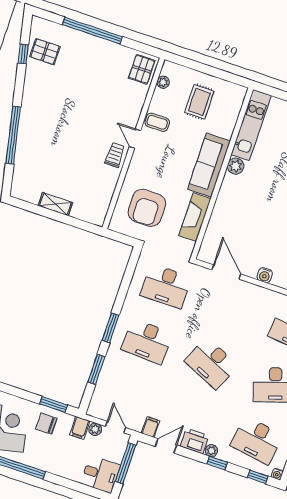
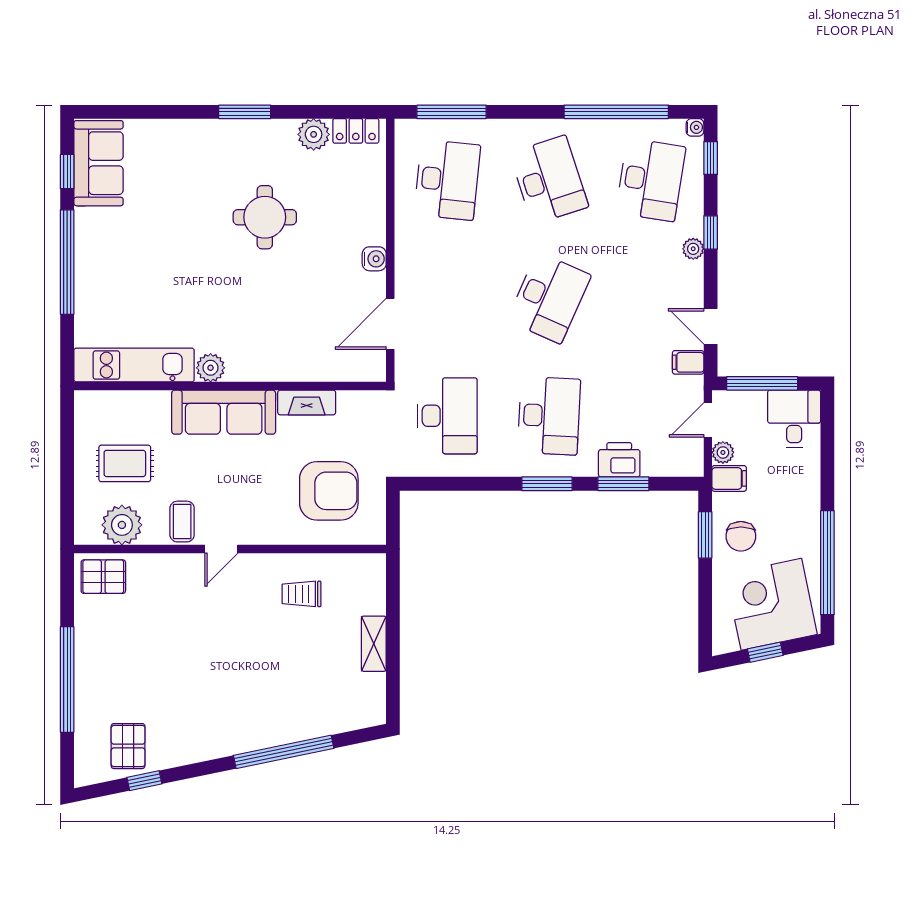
plant: (163, 82) -> (122, 525), width x1.87, depth x1.87
trolley: (115, 155) -> (301, 594), moved
fireplace: (195, 217) -> (307, 402), width x0.73, depth x0.76
printer: (194, 441) -> (619, 460), moved, turned 90

